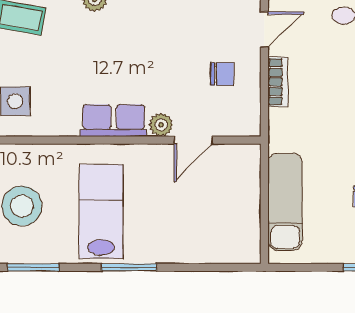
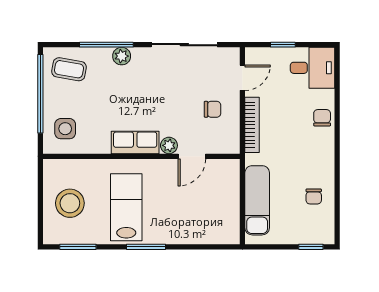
bookcase: (278, 82) -> (252, 125), width x1.56

